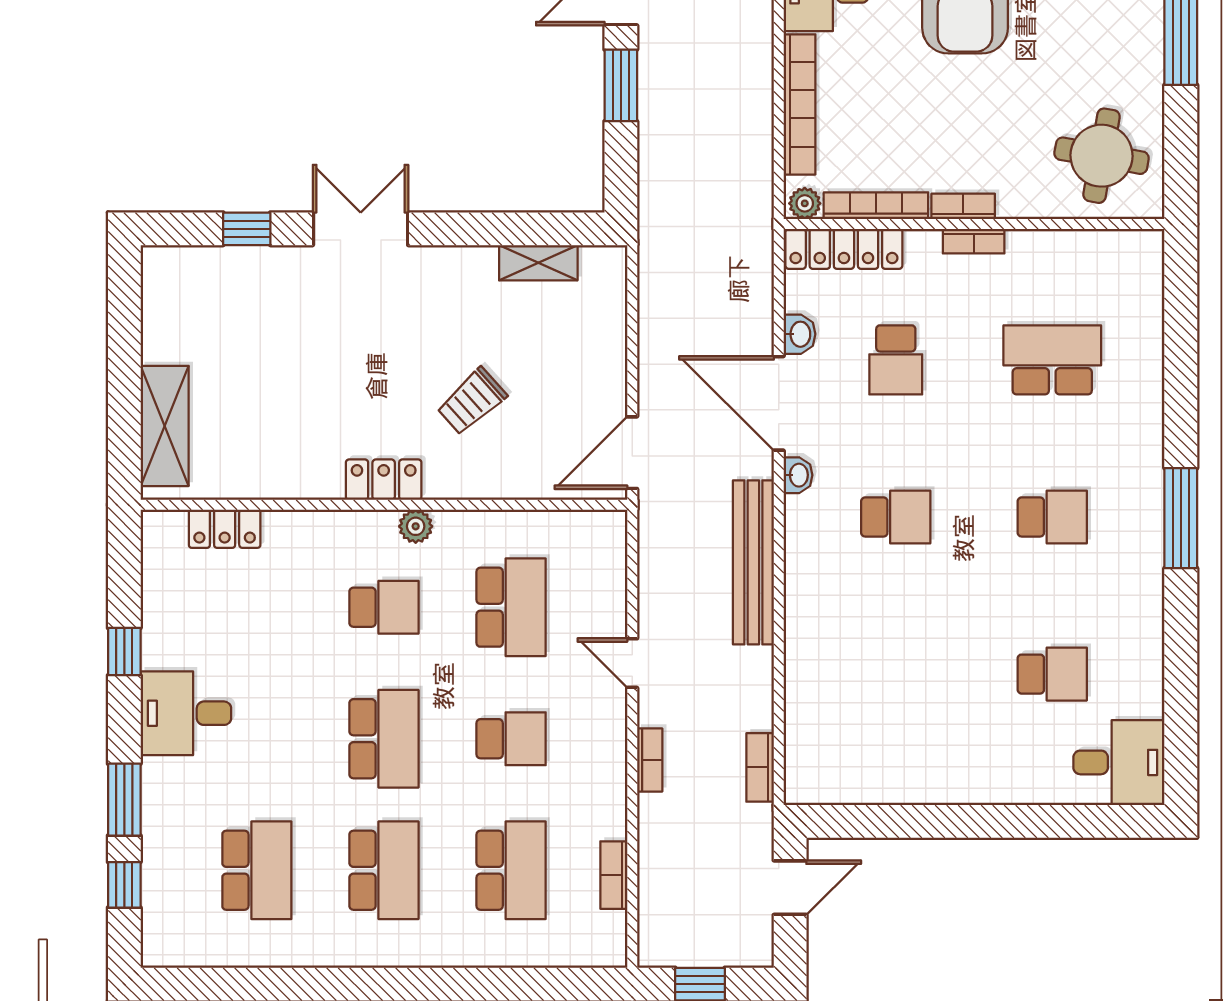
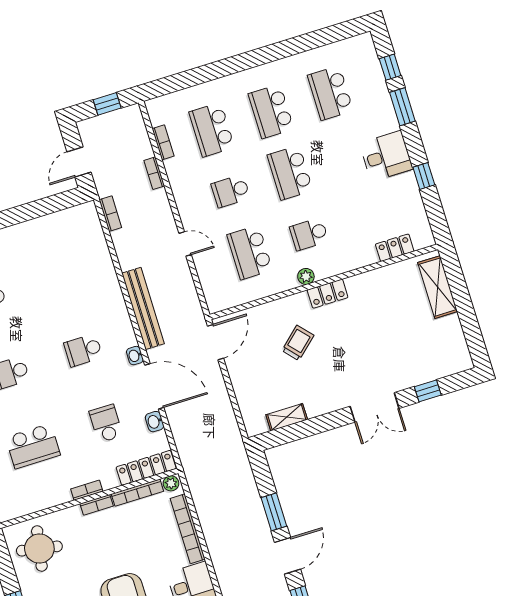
bookcase: (650, 760) -> (154, 173), moved

